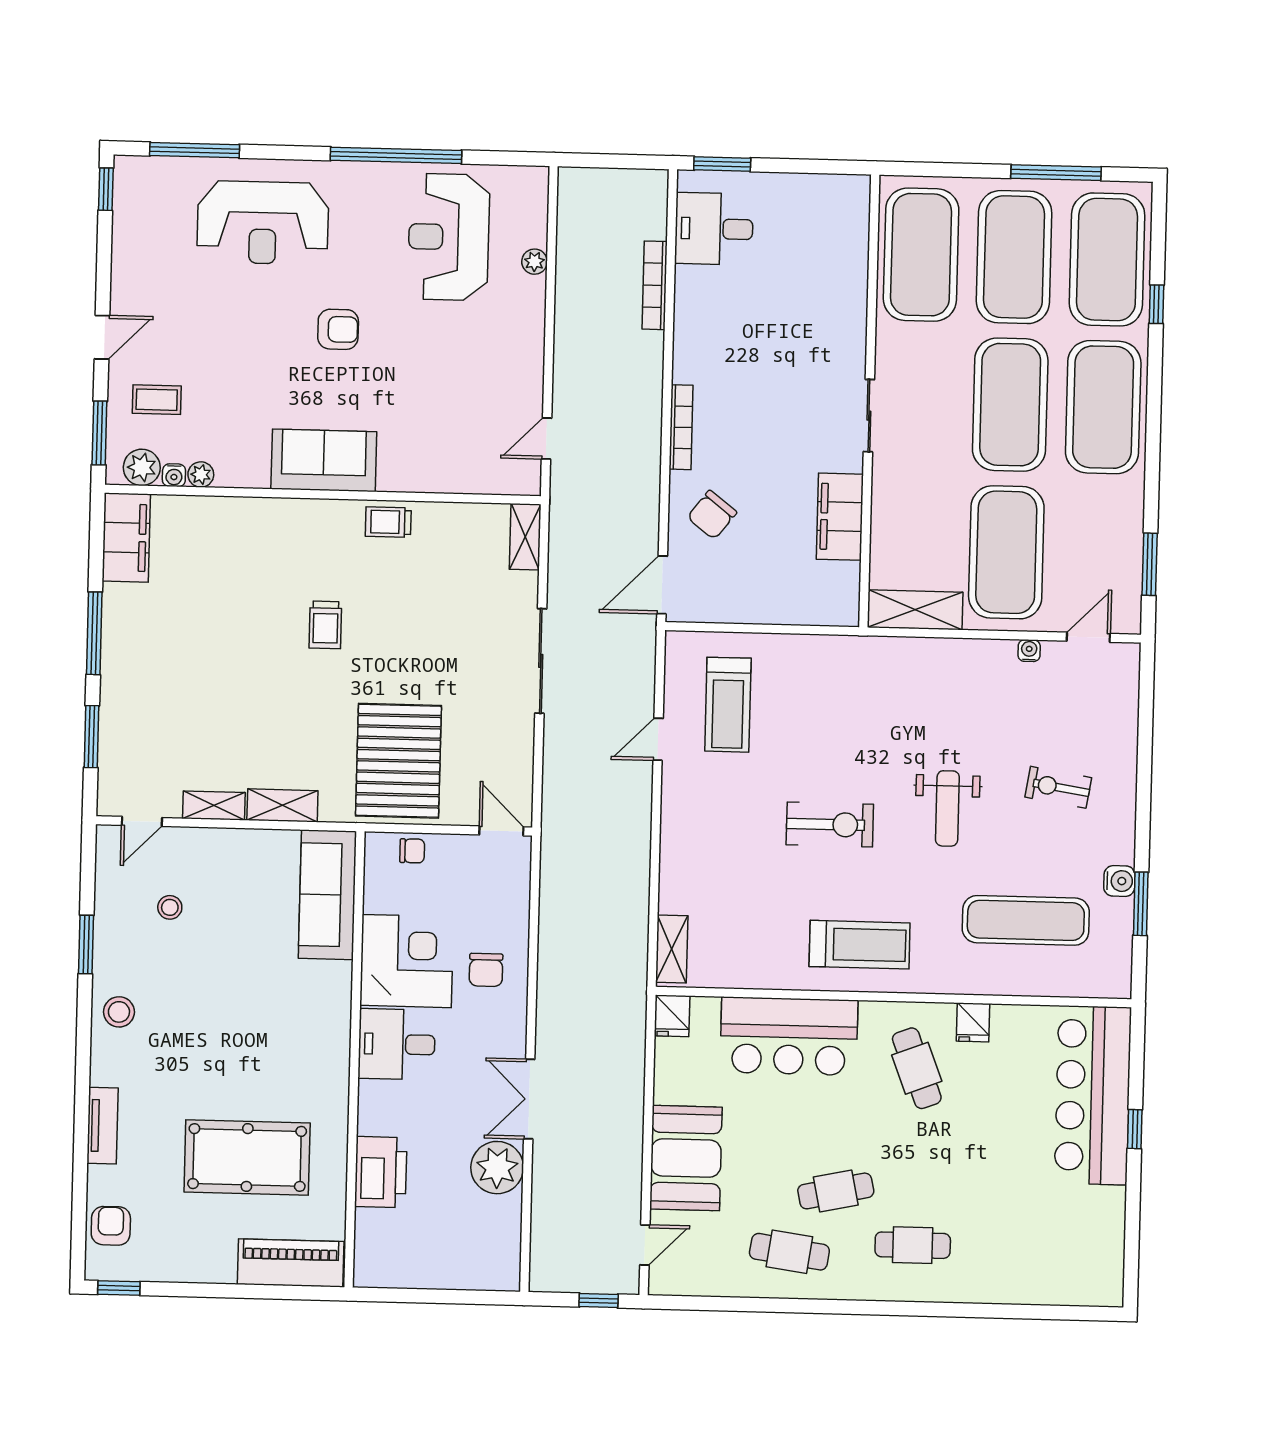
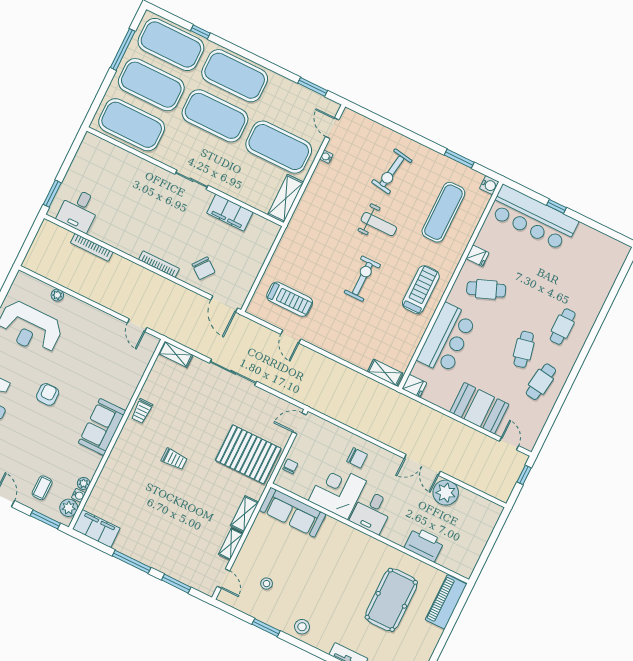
exercise bike: (1058, 787) -> (392, 171), width x1.38, depth x1.39
water cooler: (1119, 881) -> (489, 185), moved, turned 90

